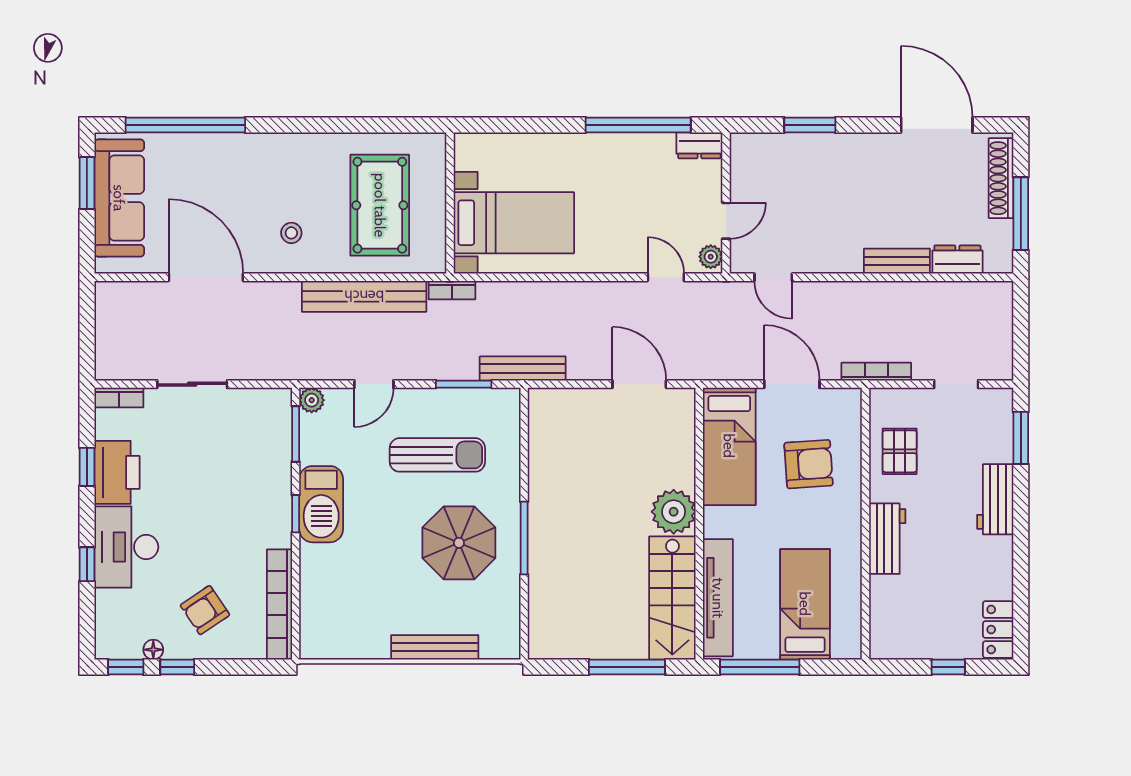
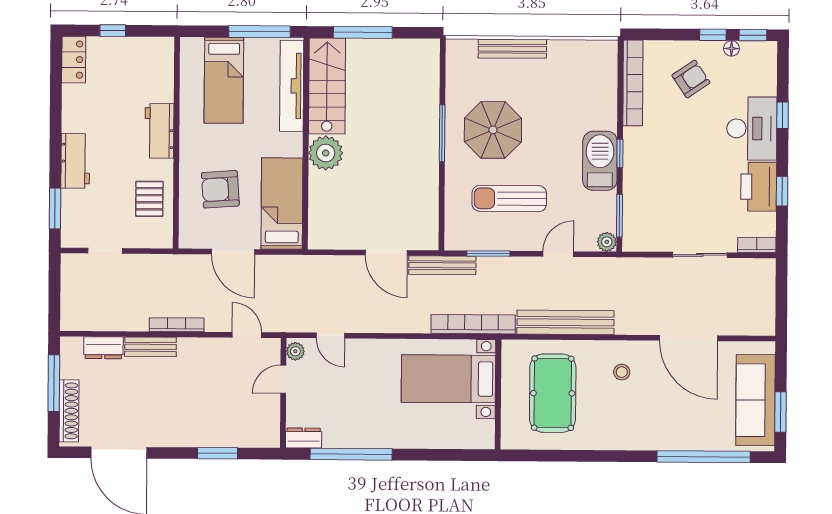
bookcase: (452, 290) -> (473, 324), width x2.31, depth x1.31
bookcase: (876, 372) -> (177, 325), moved, turned 180
door: (639, 384) -> (386, 253), moved

